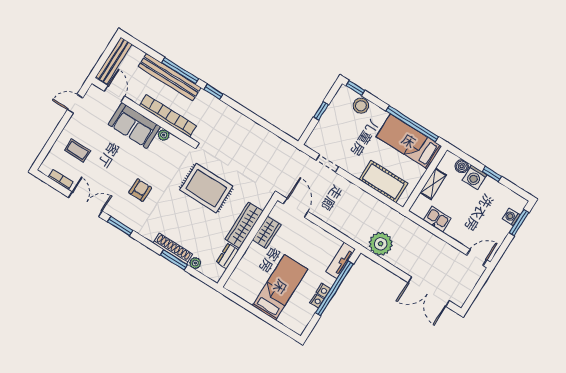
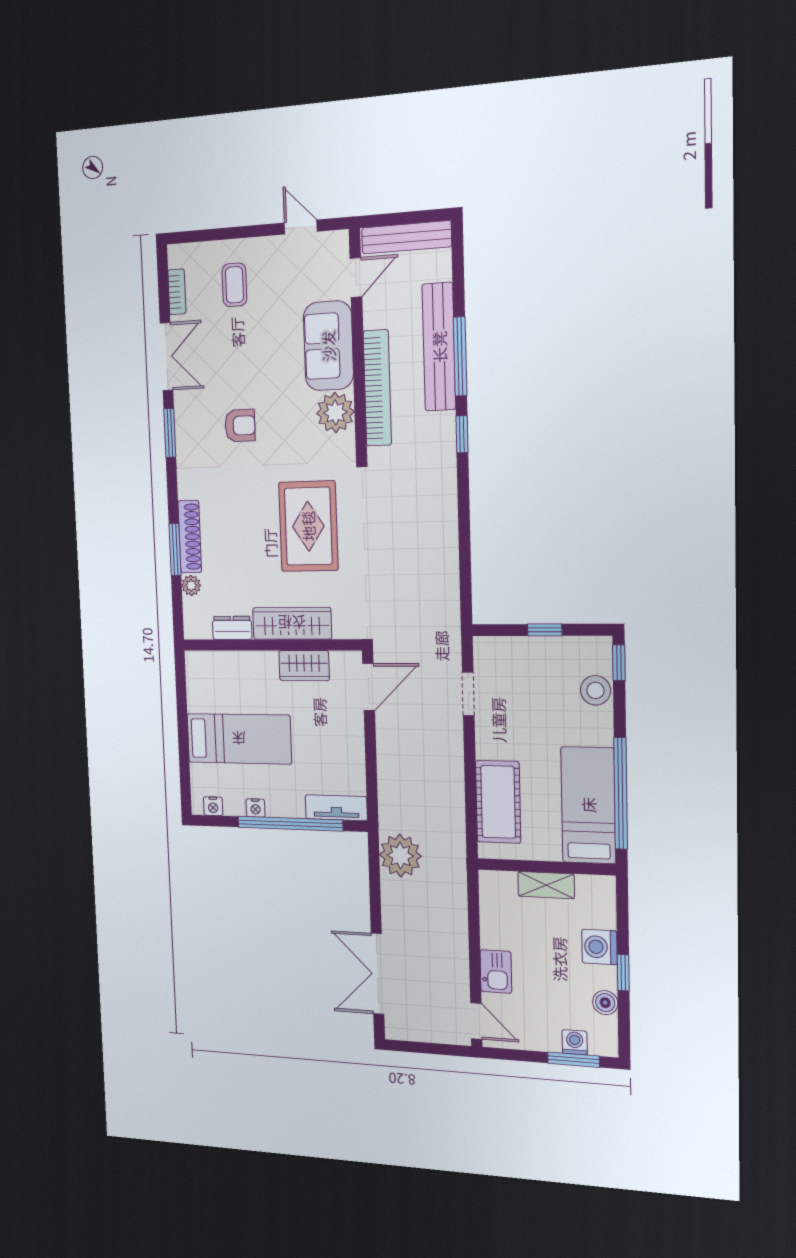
plant: (164, 135) -> (335, 412), width x1.87, depth x1.87
boiler: (462, 166) -> (605, 1003), moved
kitchen sink: (437, 219) -> (496, 972), moved
nightstand: (323, 291) -> (213, 806), moved

